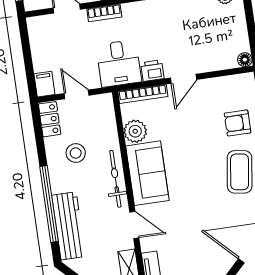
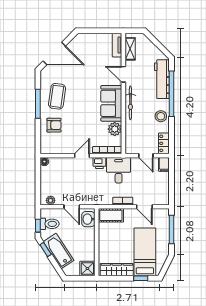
stool: (76, 153) -> (161, 116), moved

